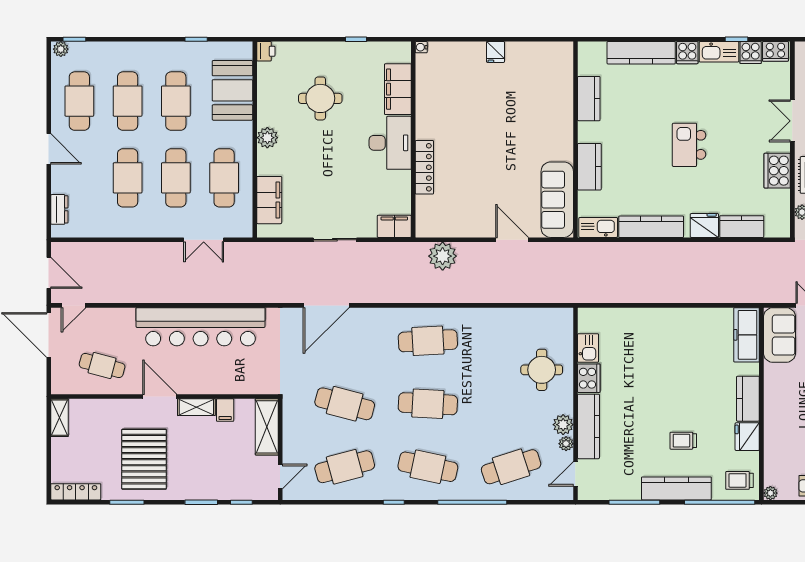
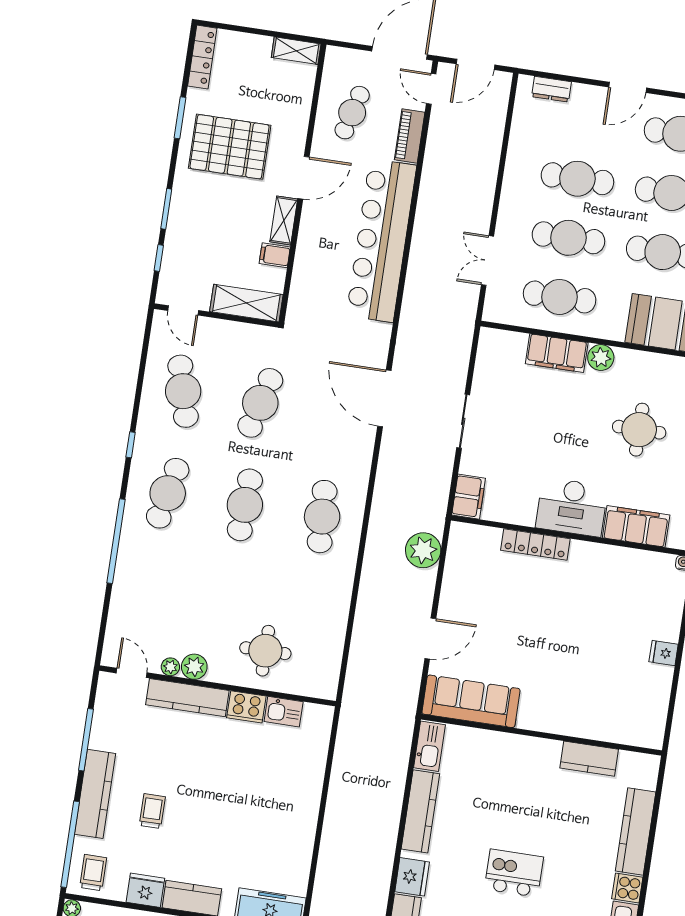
kitchen counter: (589, 167) -> (506, 747), removed
filing cabinet: (269, 200) -> (557, 353), moved
piano: (114, 317) -> (410, 136), added
cafe table: (511, 467) -> (152, 595), removed

